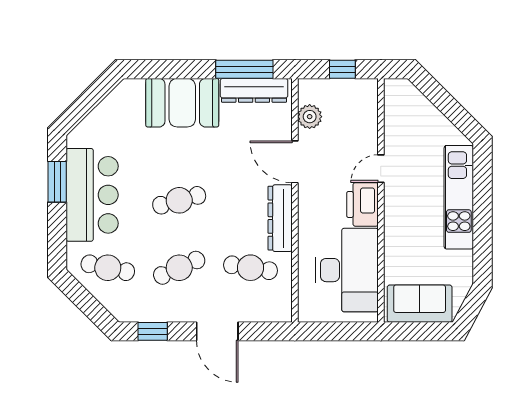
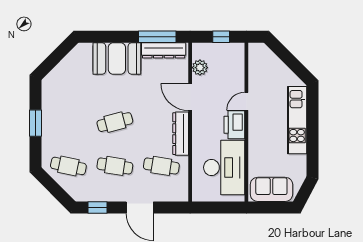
window: (57, 182) -> (35, 123), moved
bar counter: (92, 195) -> (58, 118), removed
cafe table: (179, 268) -> (115, 166), turned 33

